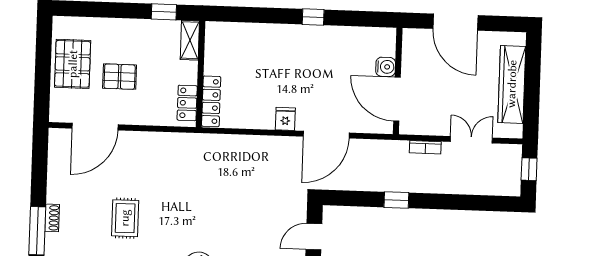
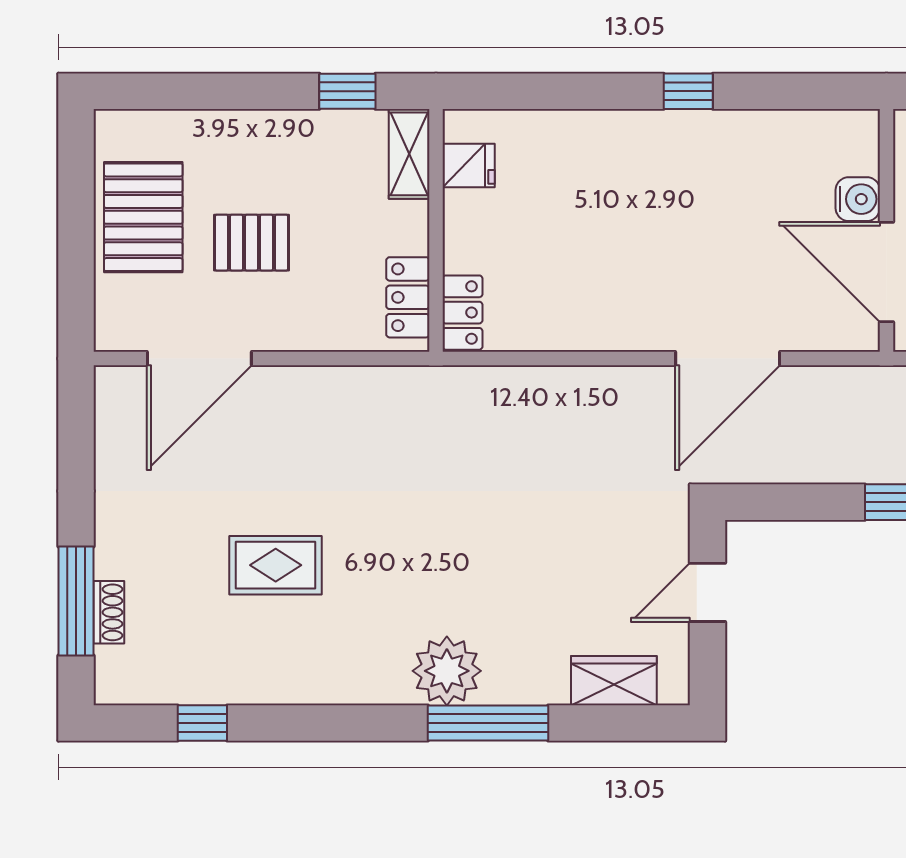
locker: (211, 101) -> (462, 313), width x0.66
fridge: (285, 119) -> (469, 165), moved, turned 90
shoe rack: (52, 218) -> (109, 612), moved
rug: (125, 218) -> (276, 565), turned 90

